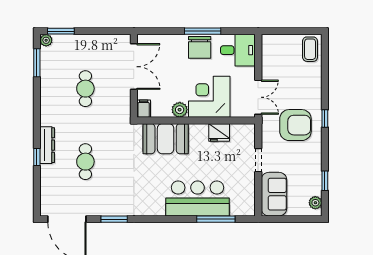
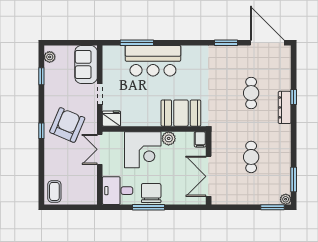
armchair: (295, 125) -> (67, 125), turned 113
fridge: (219, 132) -> (111, 119), moved

